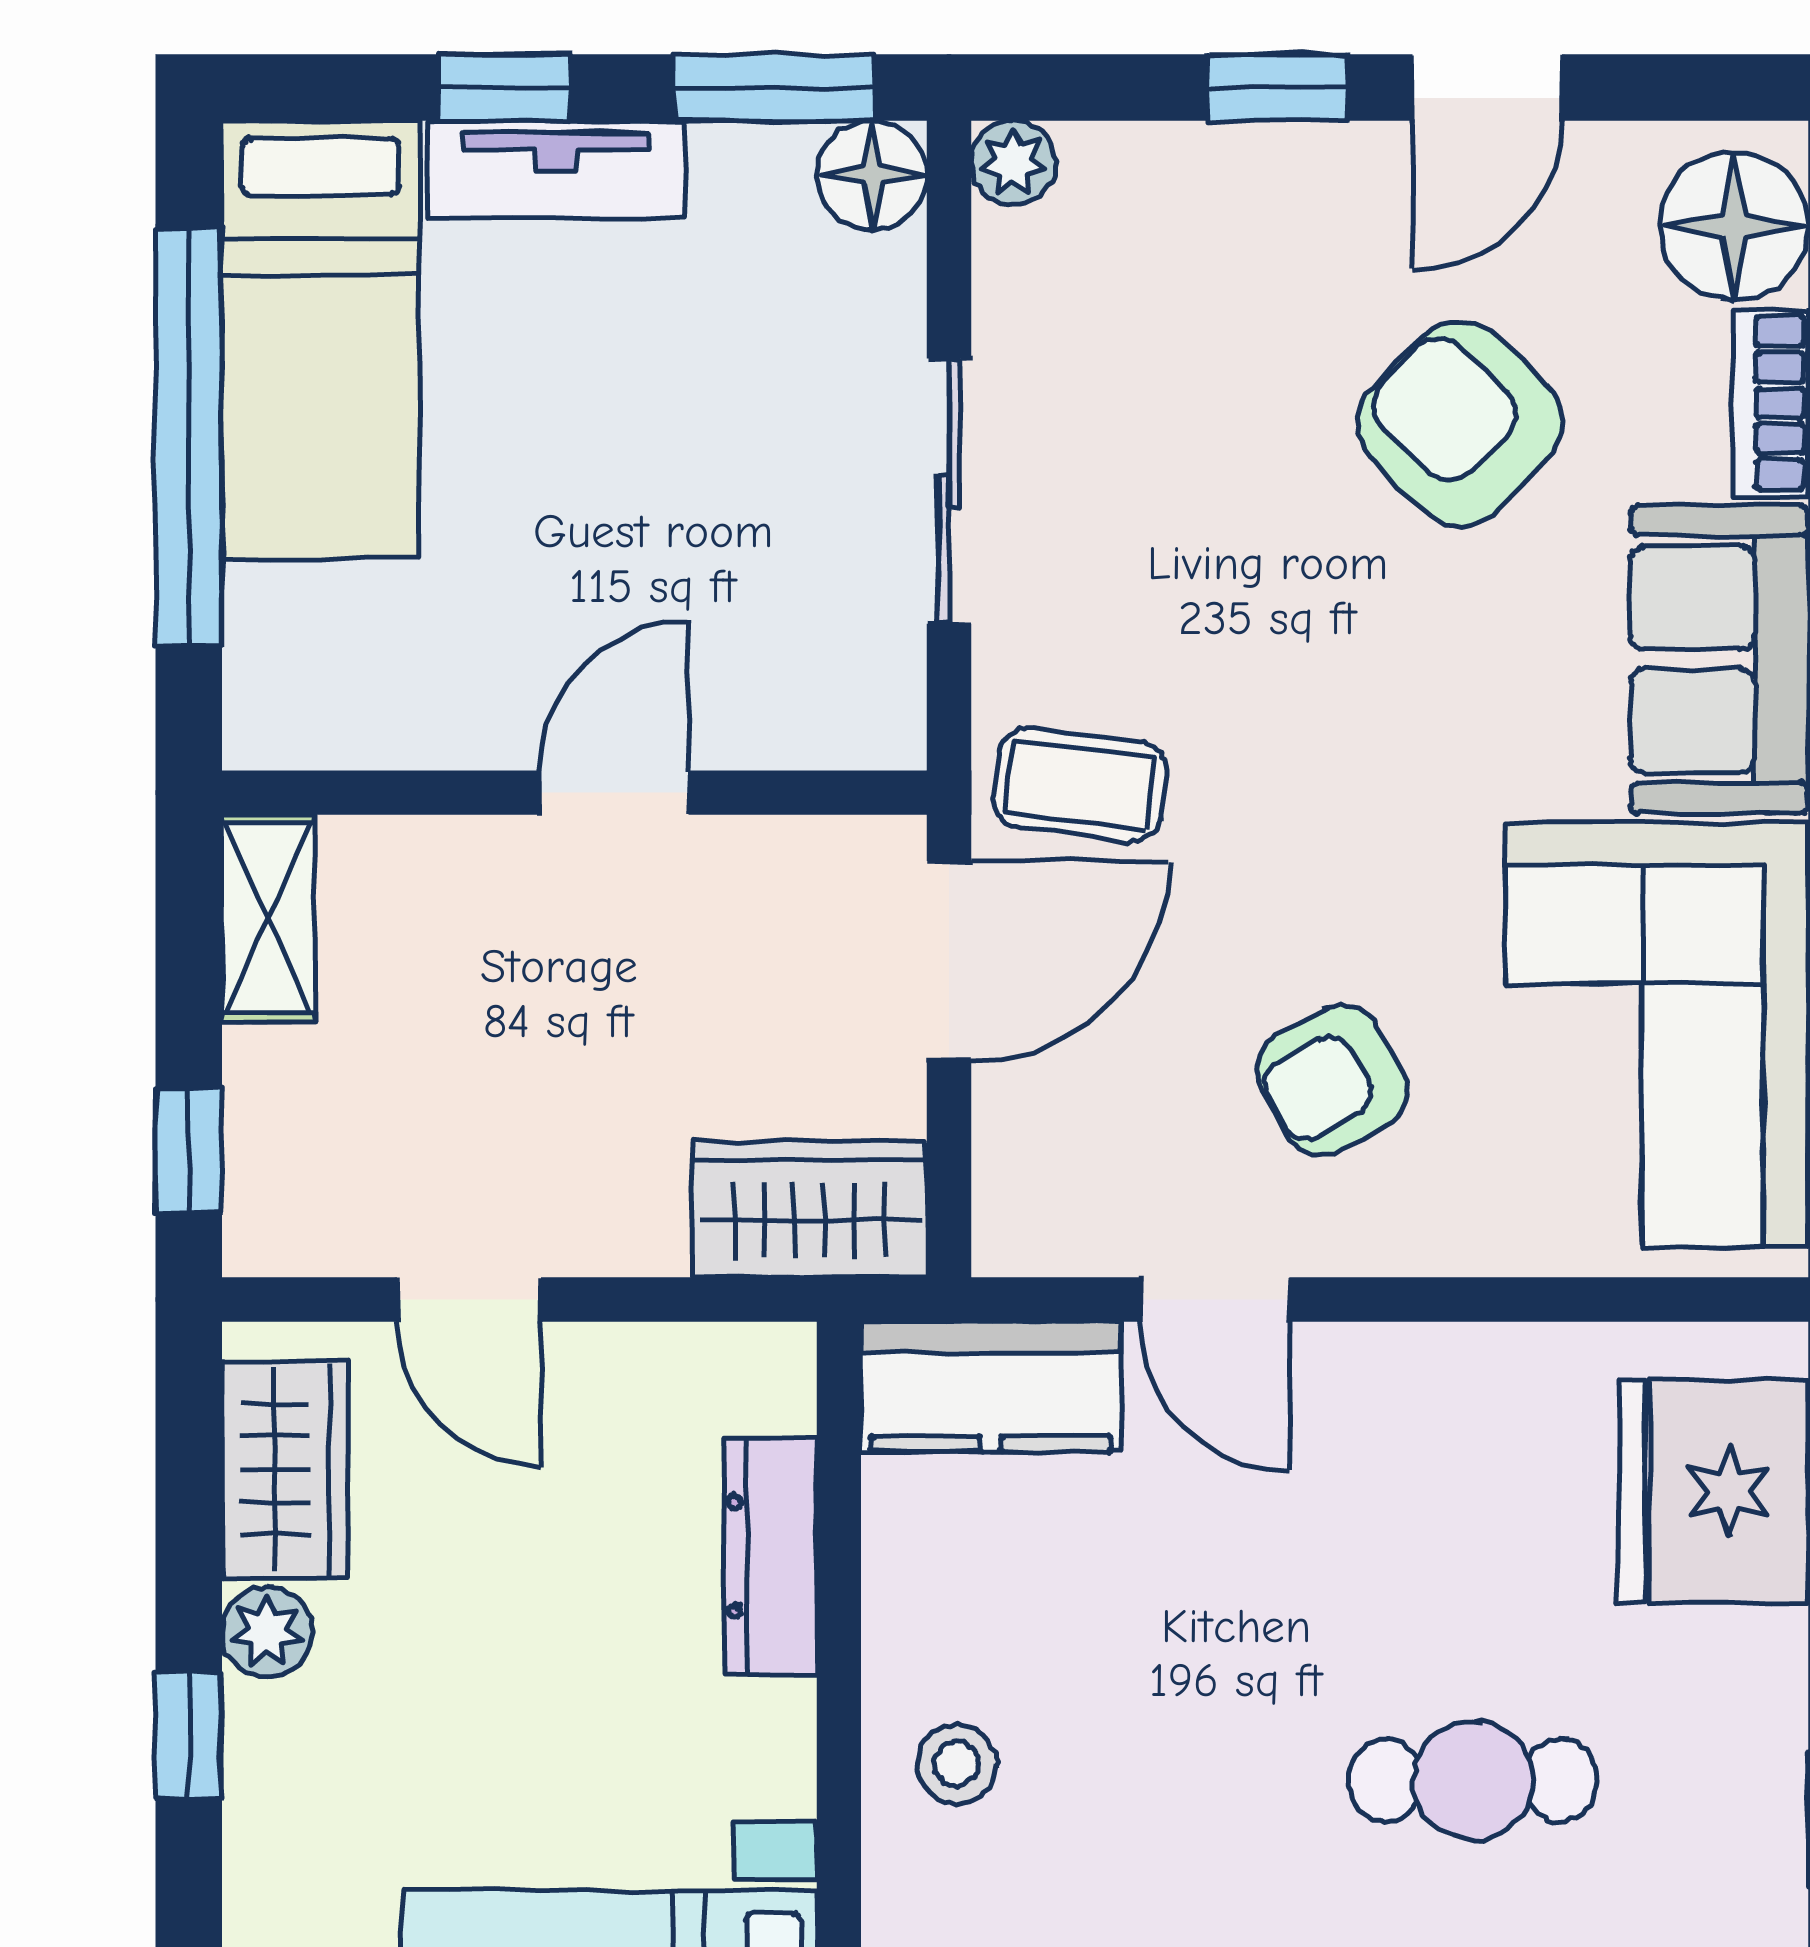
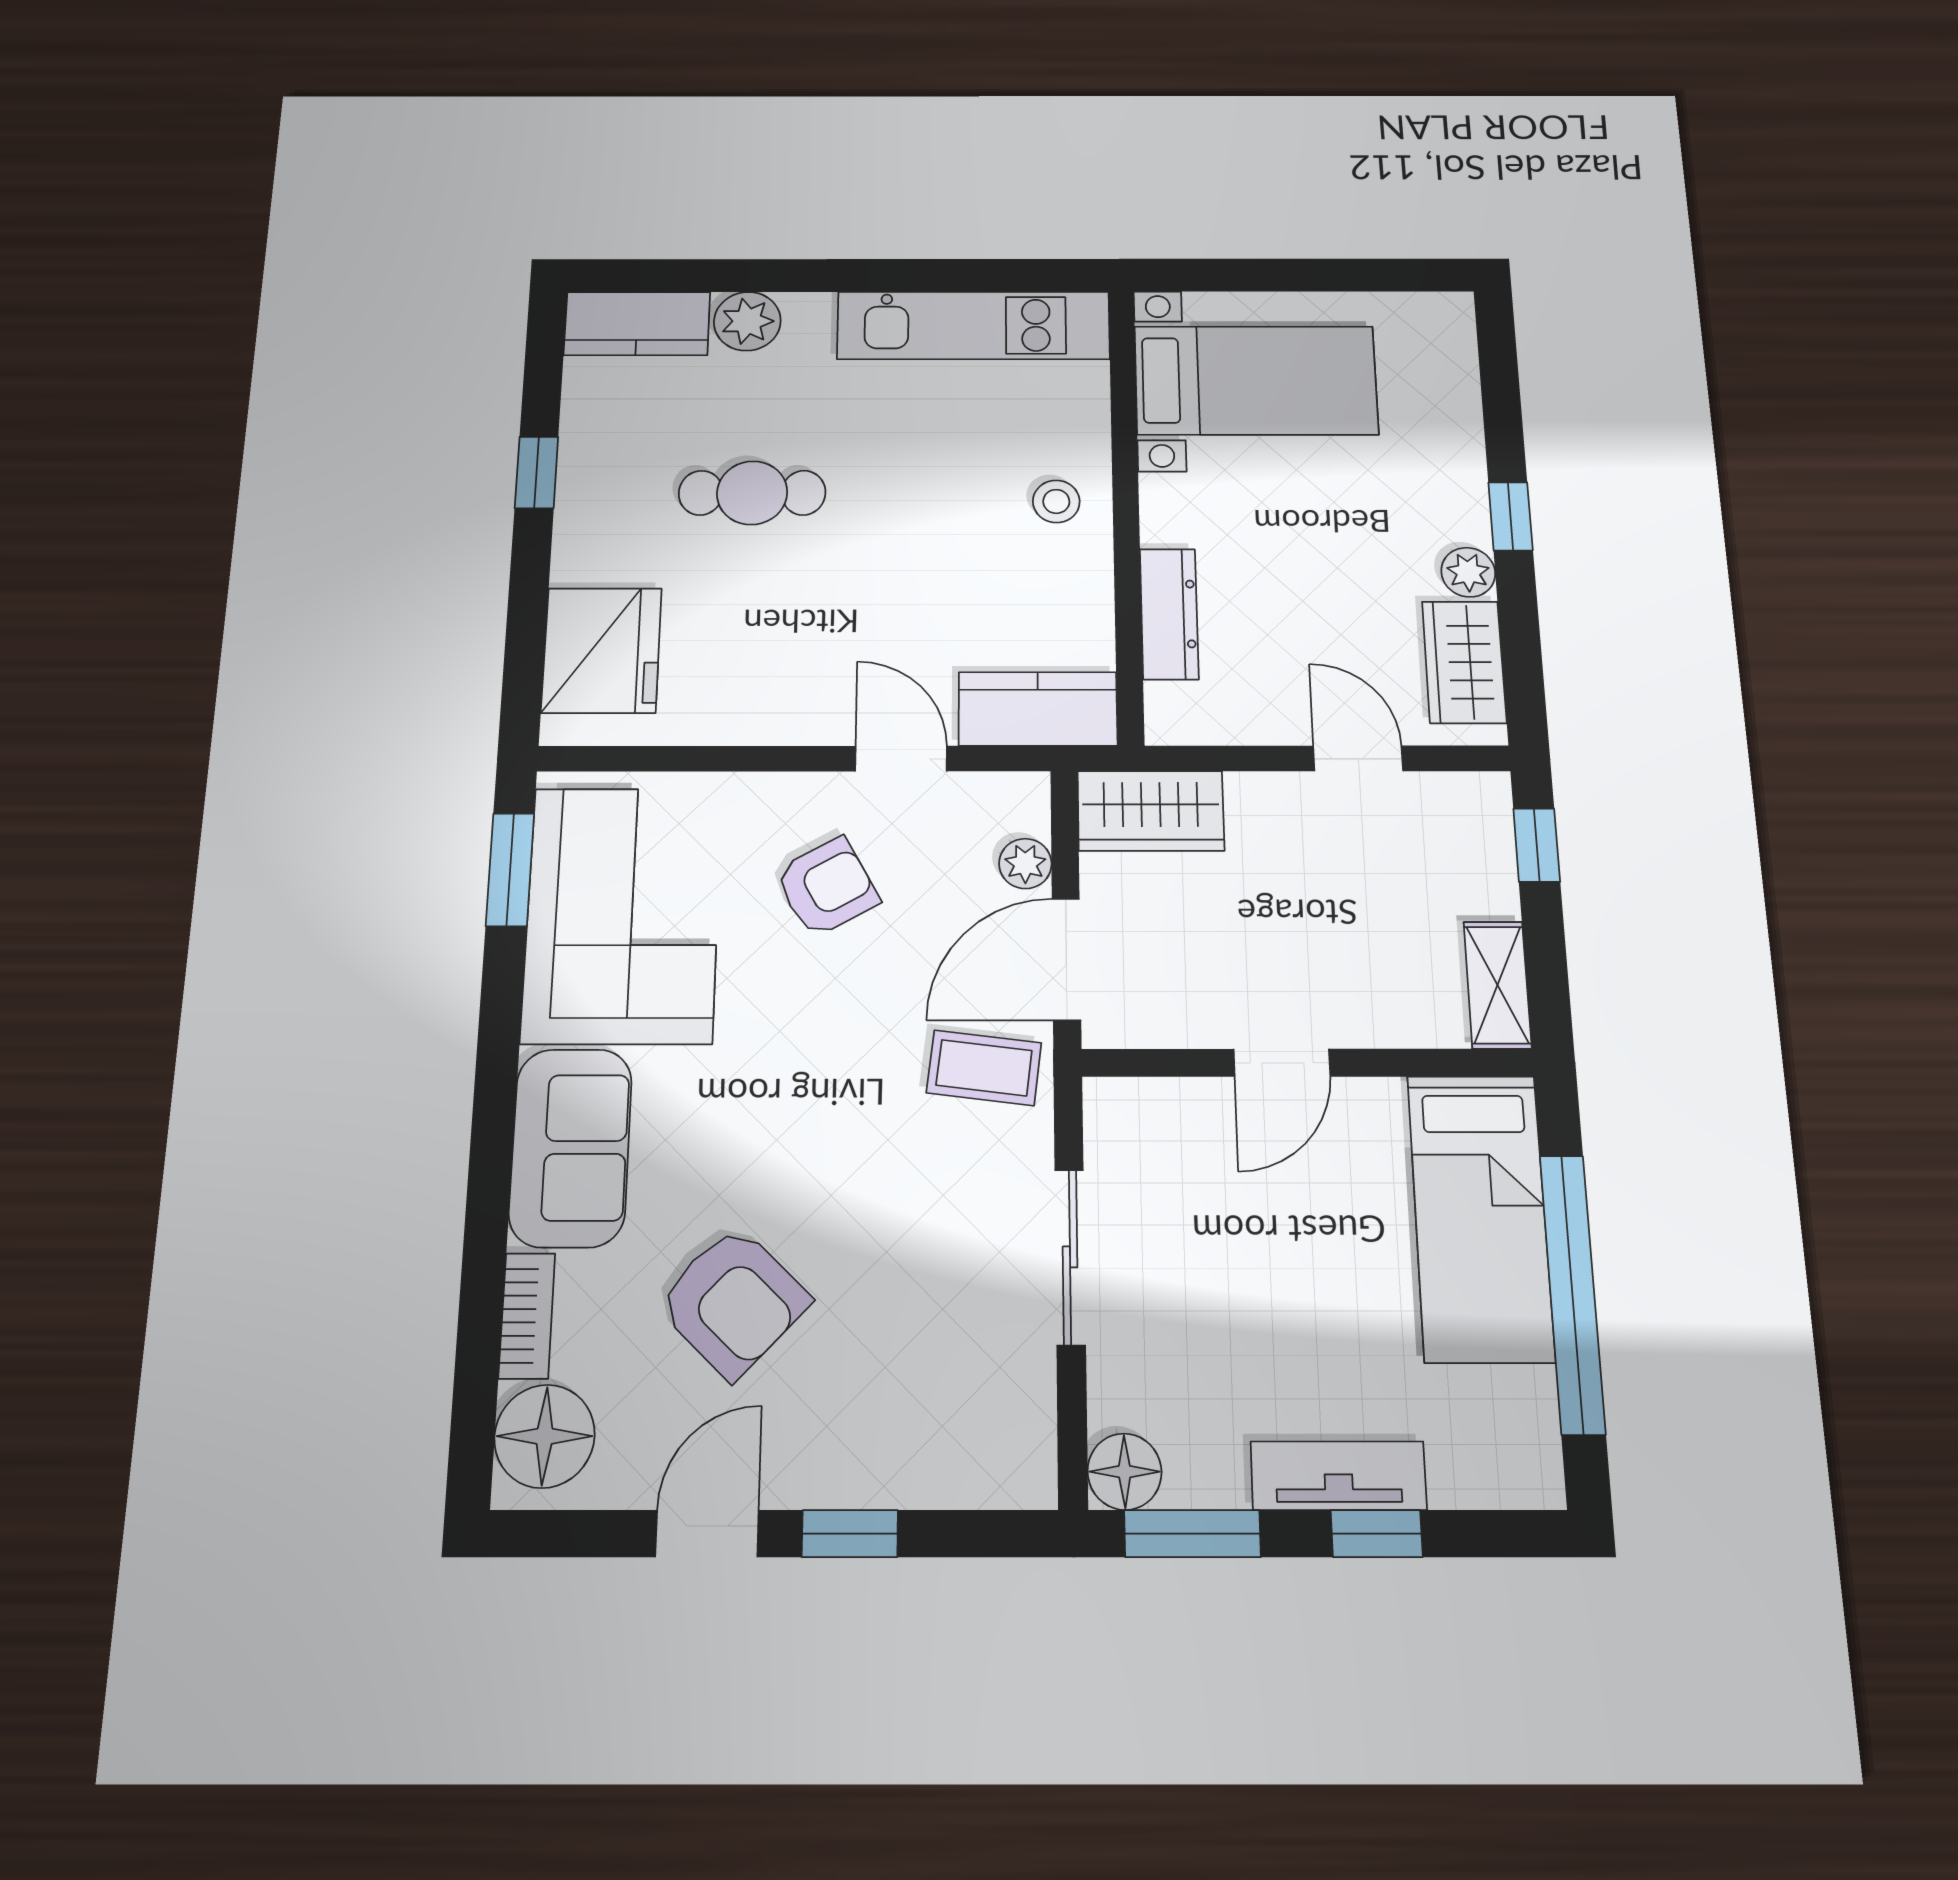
plant: (1013, 163) -> (1025, 864), moved
bed: (320, 340) -> (1480, 1217), moved, turned 180

